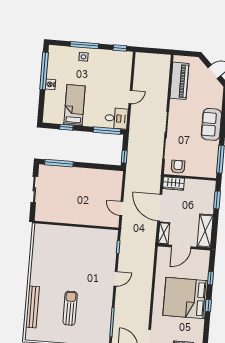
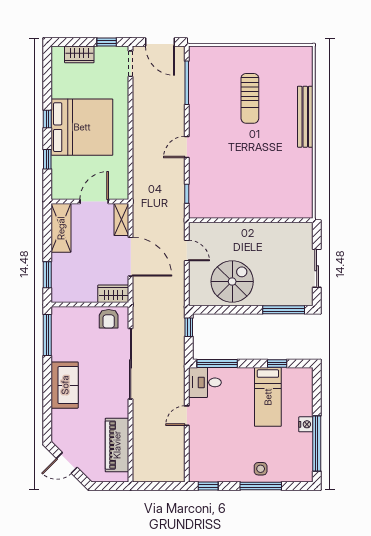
spiral stairs: (92, 185) -> (232, 281), added
bench: (33, 307) -> (305, 117), moved

